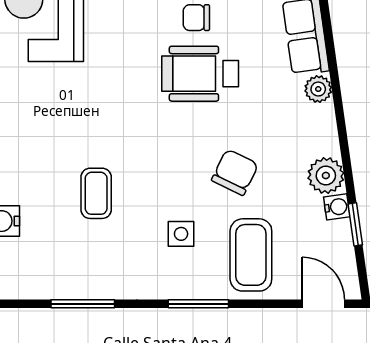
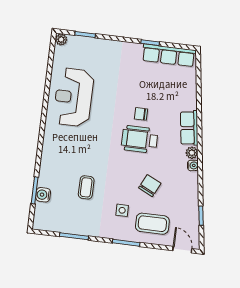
plant: (326, 175) -> (190, 192), removed
water cooler: (337, 207) -> (193, 165), moved
coffee table: (251, 255) -> (152, 224), turned 90

